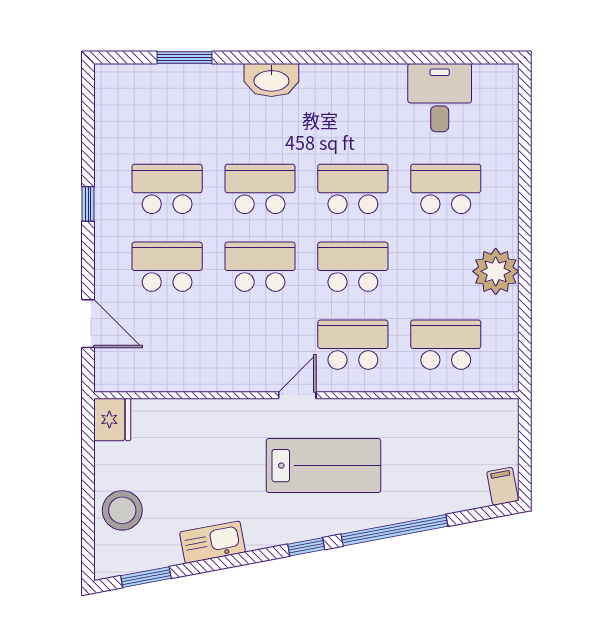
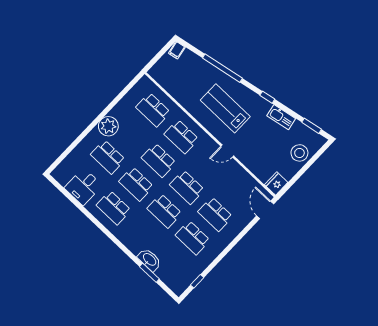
washbasin: (271, 80) -> (149, 260), moved
school desk: (353, 111) -> (114, 208), added
window: (88, 204) -> (197, 281), moved
plant: (496, 271) -> (108, 126), moved
door: (88, 324) -> (265, 210), moved
door: (297, 395) -> (227, 151), moved
window: (306, 547) -> (267, 97), moved

